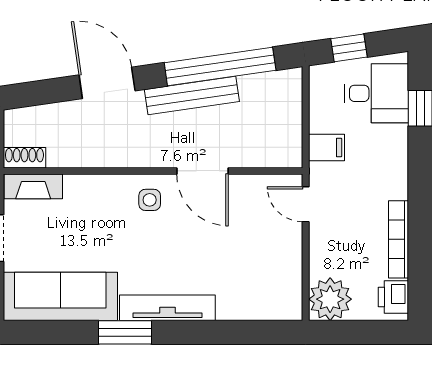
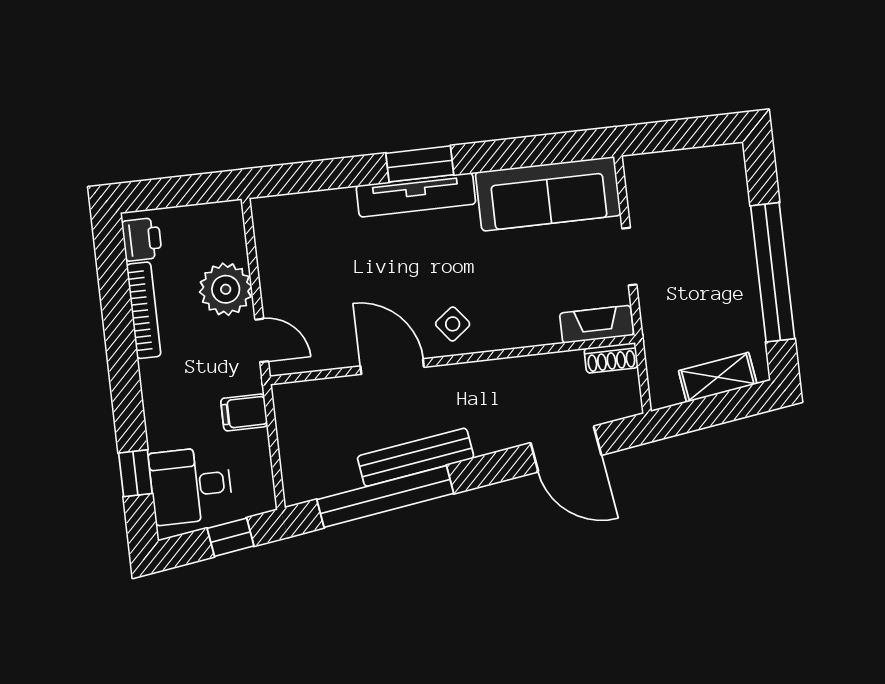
door: (107, 83) -> (566, 449), moved
side table: (150, 200) -> (453, 324), turned -38
plant: (330, 299) -> (226, 289), moved
window: (125, 332) -> (420, 164), moved

